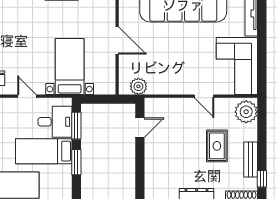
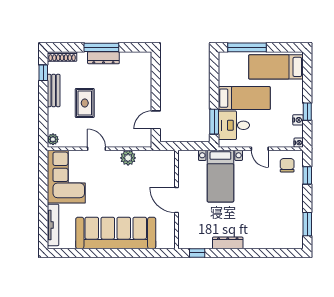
plant: (138, 86) -> (128, 158), moved
plant: (246, 112) -> (53, 139), width x0.53, depth x0.53
window: (76, 162) -> (214, 88), removed

